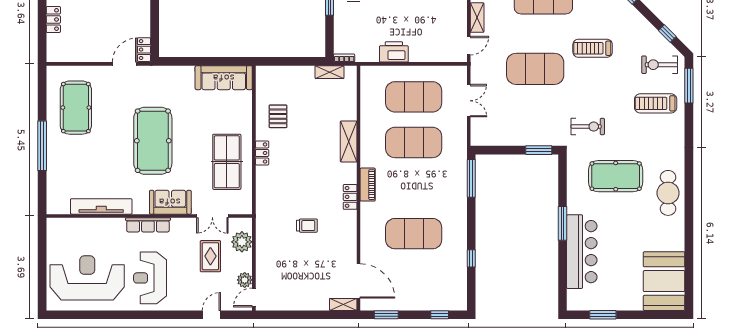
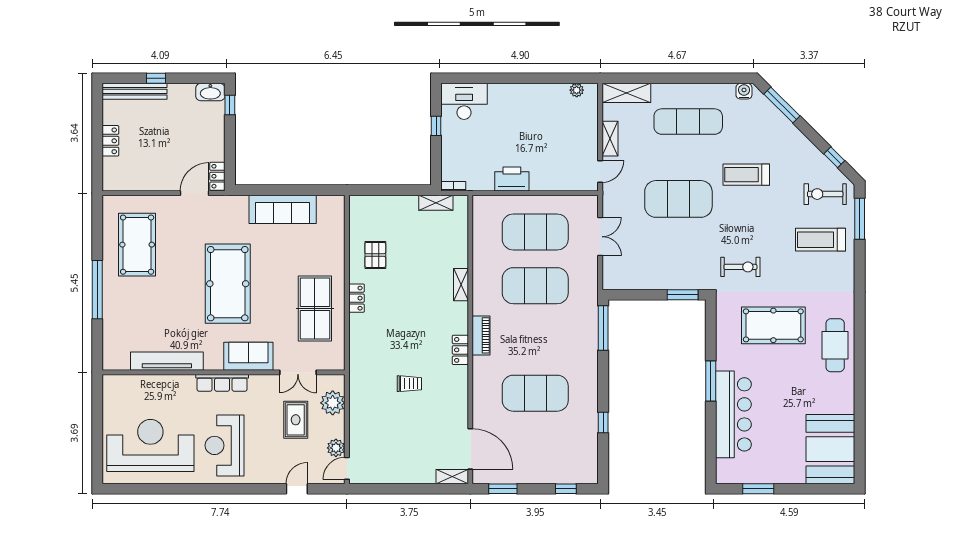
sofa: (224, 78) -> (283, 209), moved
shelving: (349, 141) -> (461, 285), width x0.67, depth x0.75

